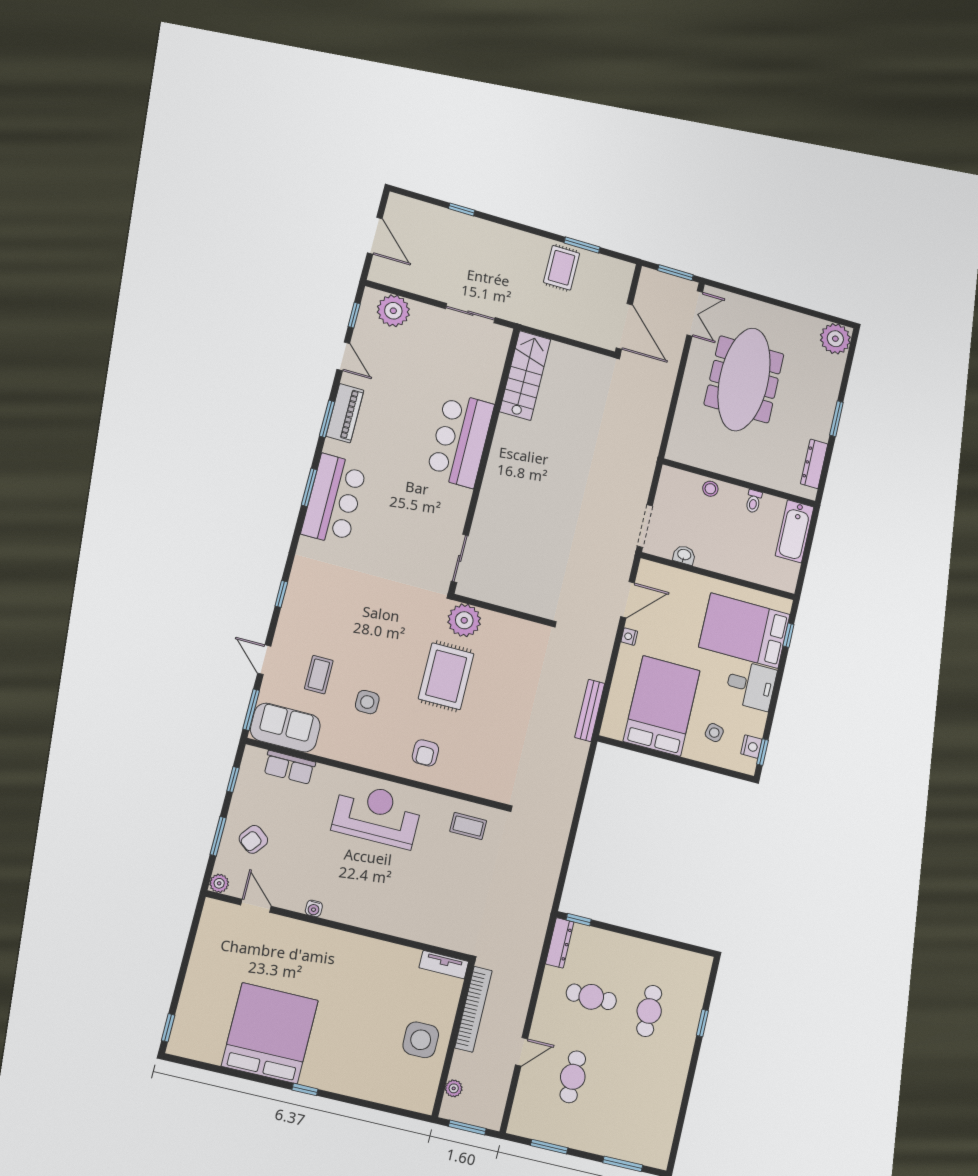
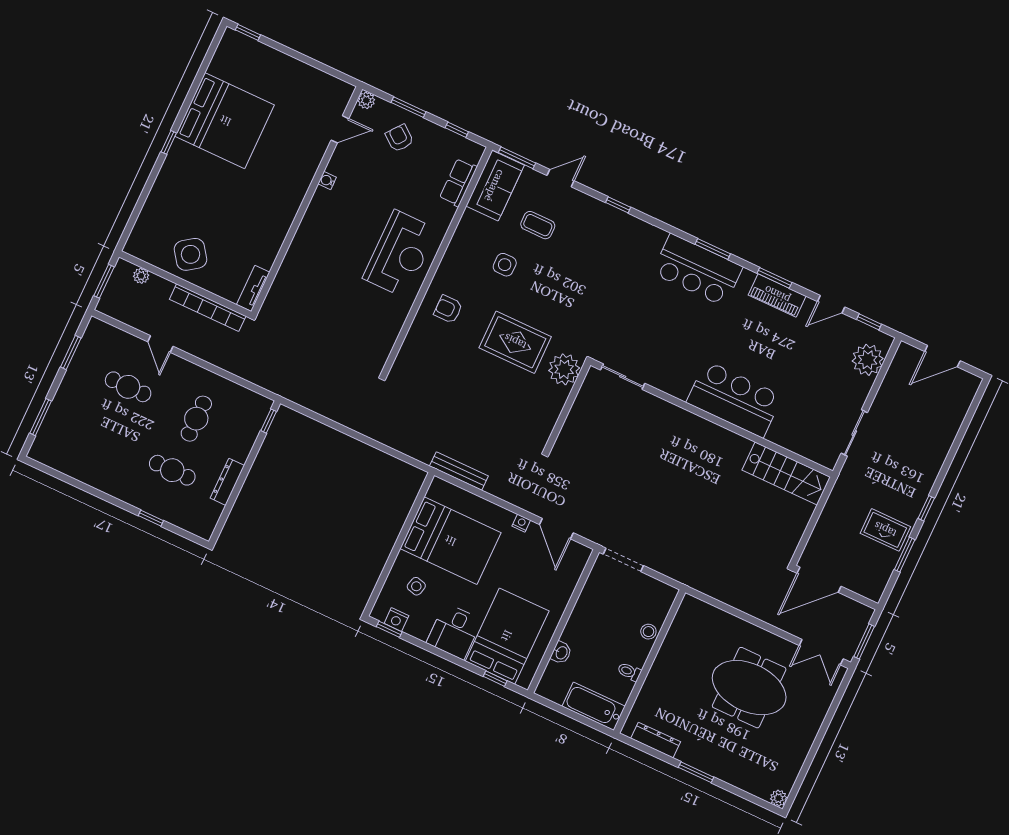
window: (462, 209) -> (926, 508), moved
plant: (835, 339) -> (779, 798), width x0.53, depth x0.53
meeting table: (744, 379) -> (749, 688), width x0.73
washbasin: (684, 555) -> (561, 653), moved
coffee table: (468, 826) -> (374, 336), removed
dresser: (560, 943) -> (227, 482), moved, turned 90
side table: (421, 1040) -> (191, 254), turned -36

